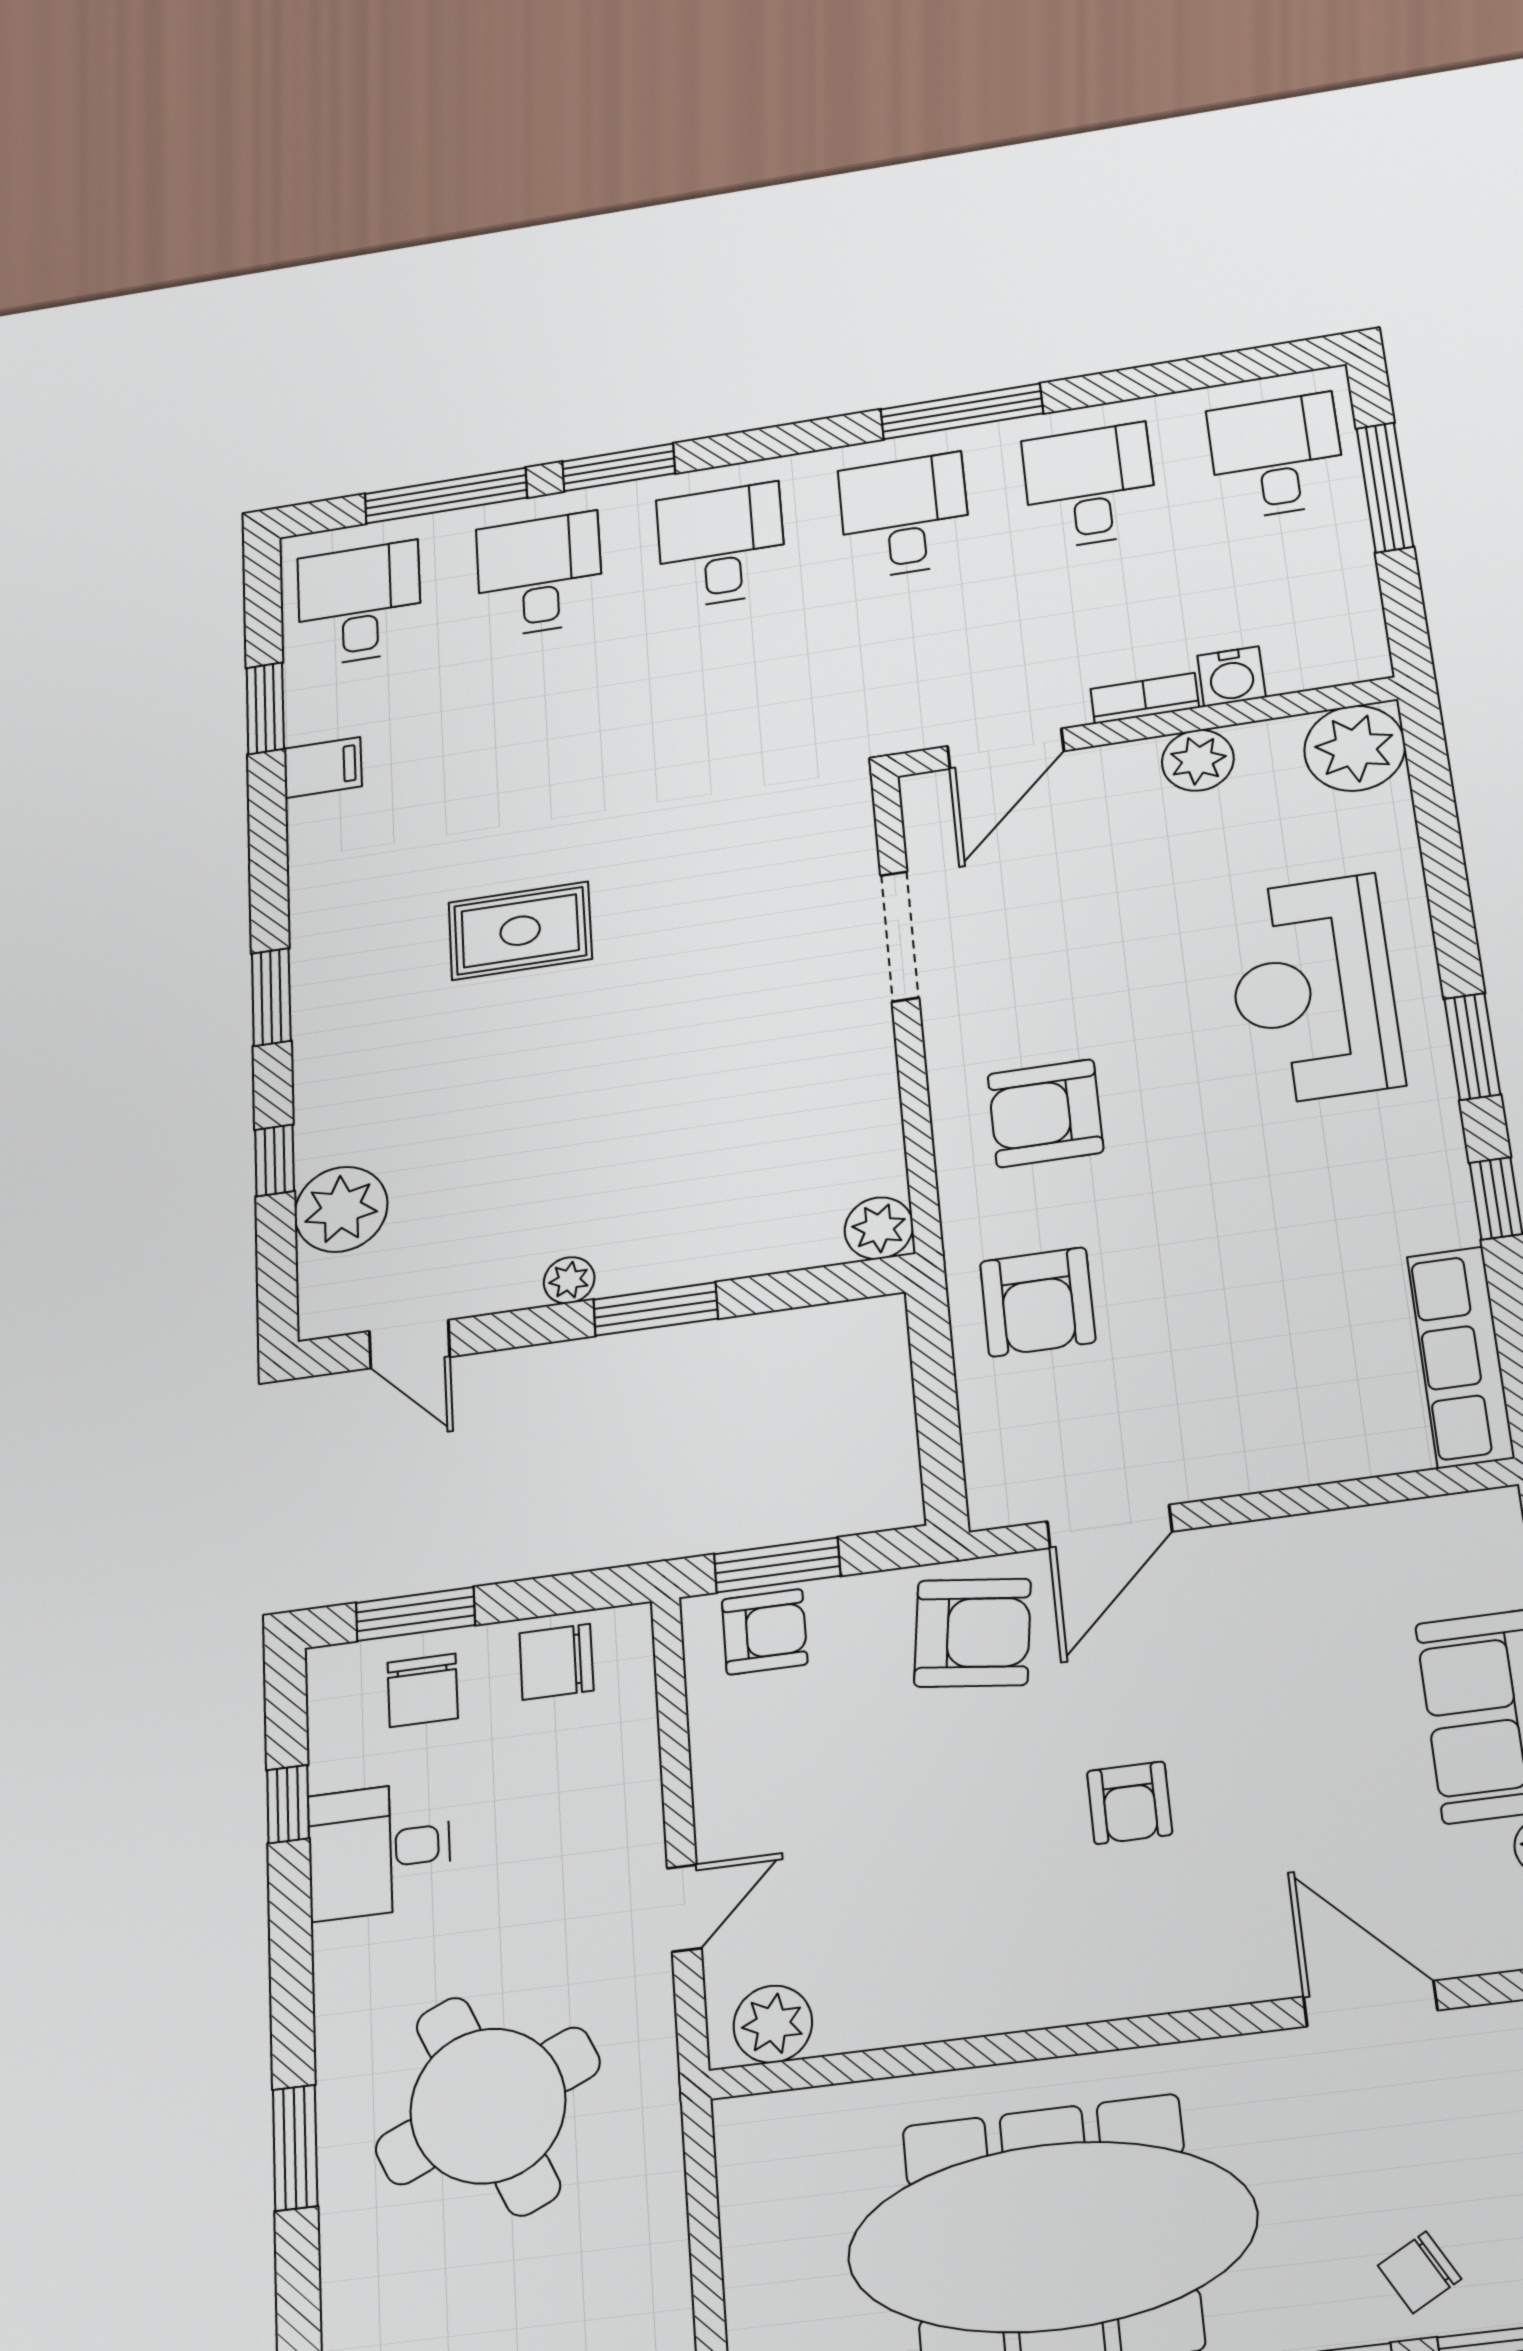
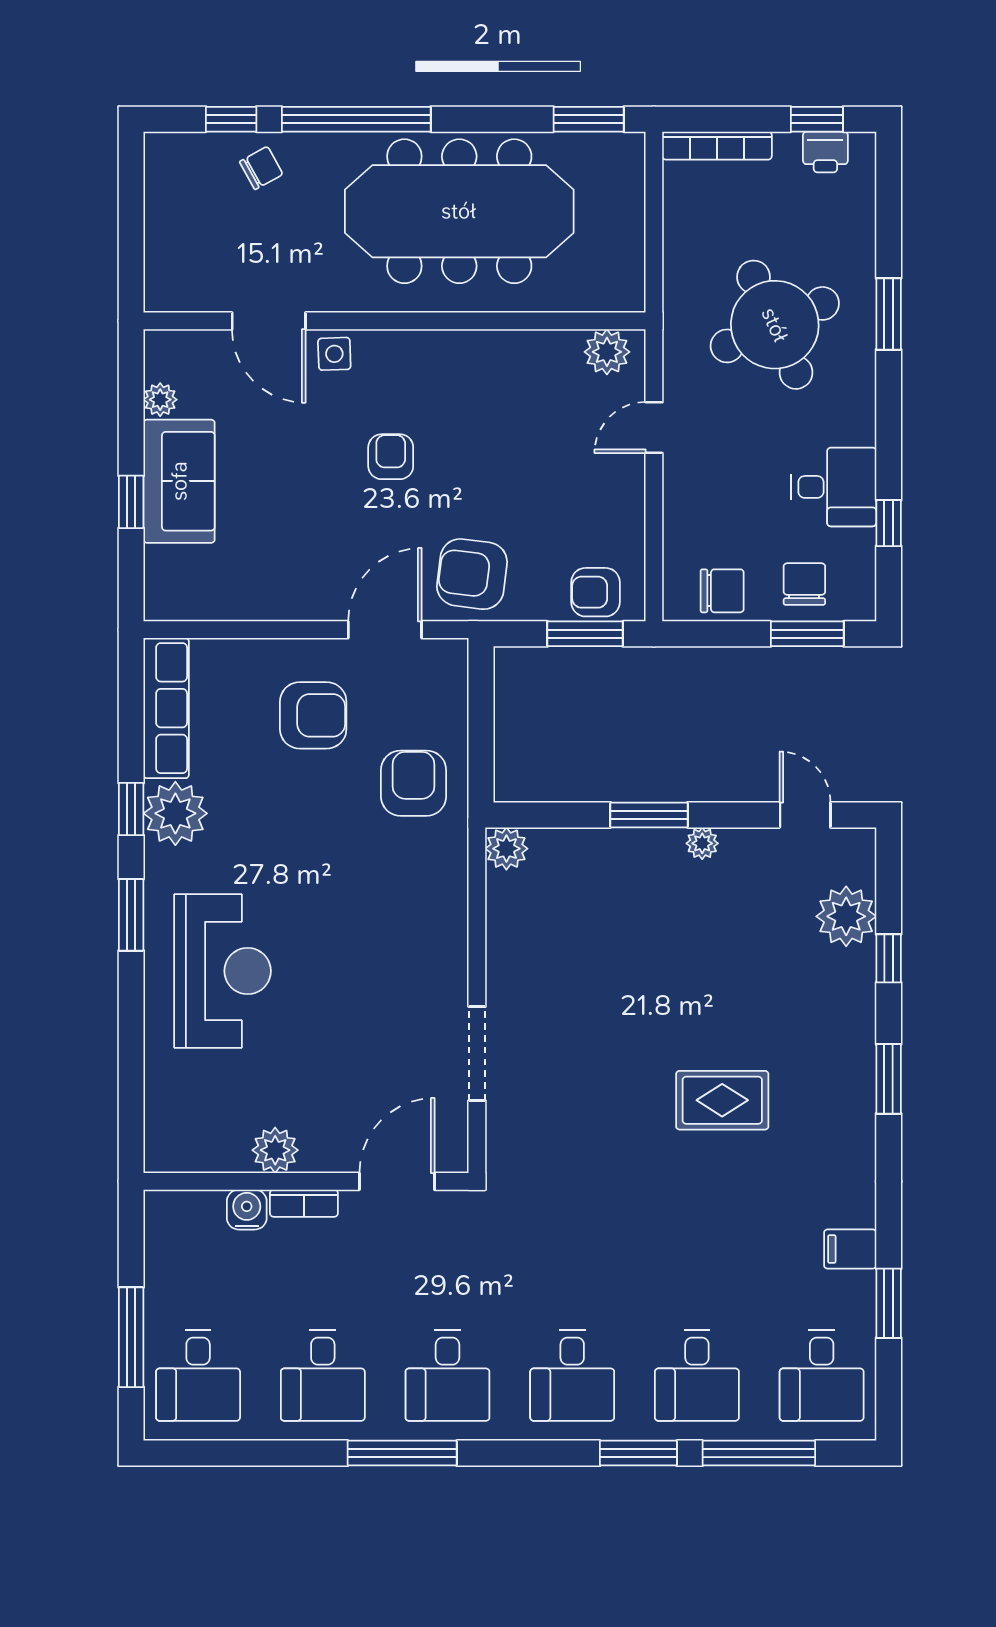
plant: (1355, 748) -> (175, 813), moved
armchair: (1045, 1113) -> (313, 715), moved
side table: (1247, 1962) -> (334, 354), added

